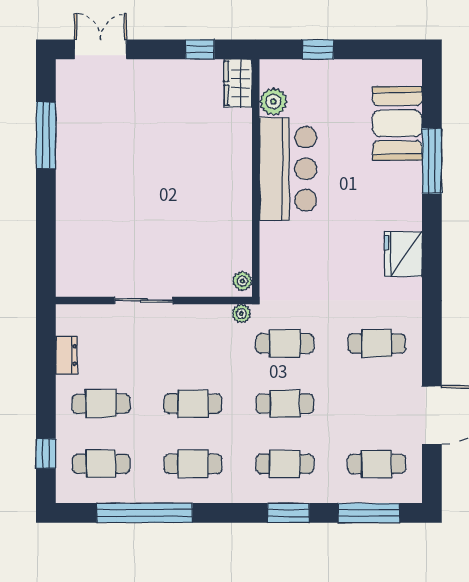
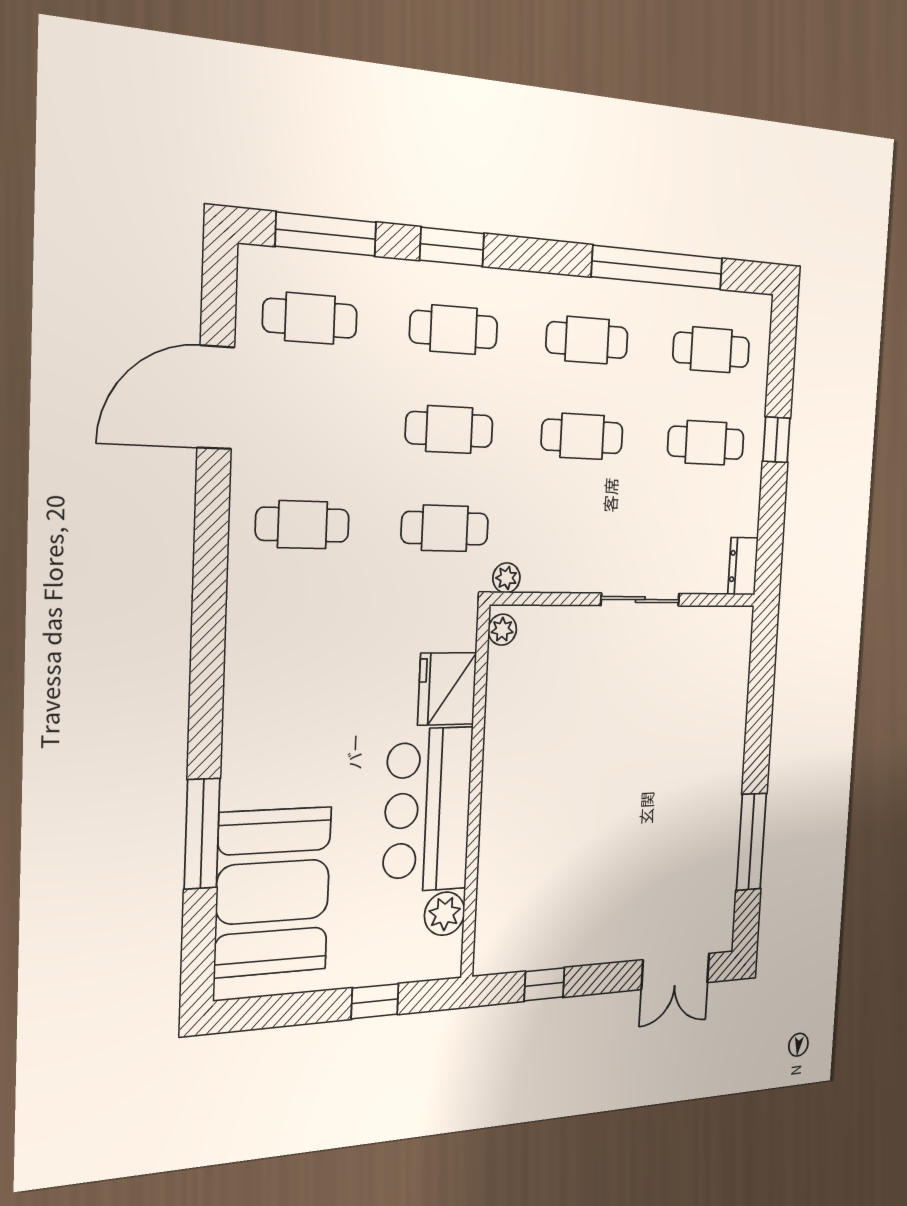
wardrobe: (238, 83) -> (494, 938), removed
booth: (397, 123) -> (273, 892), width x1.36, depth x1.42
fridge: (403, 254) -> (447, 689), moved, turned 180
dresser: (66, 355) -> (743, 566), moved
window: (46, 453) -> (776, 440), moved

